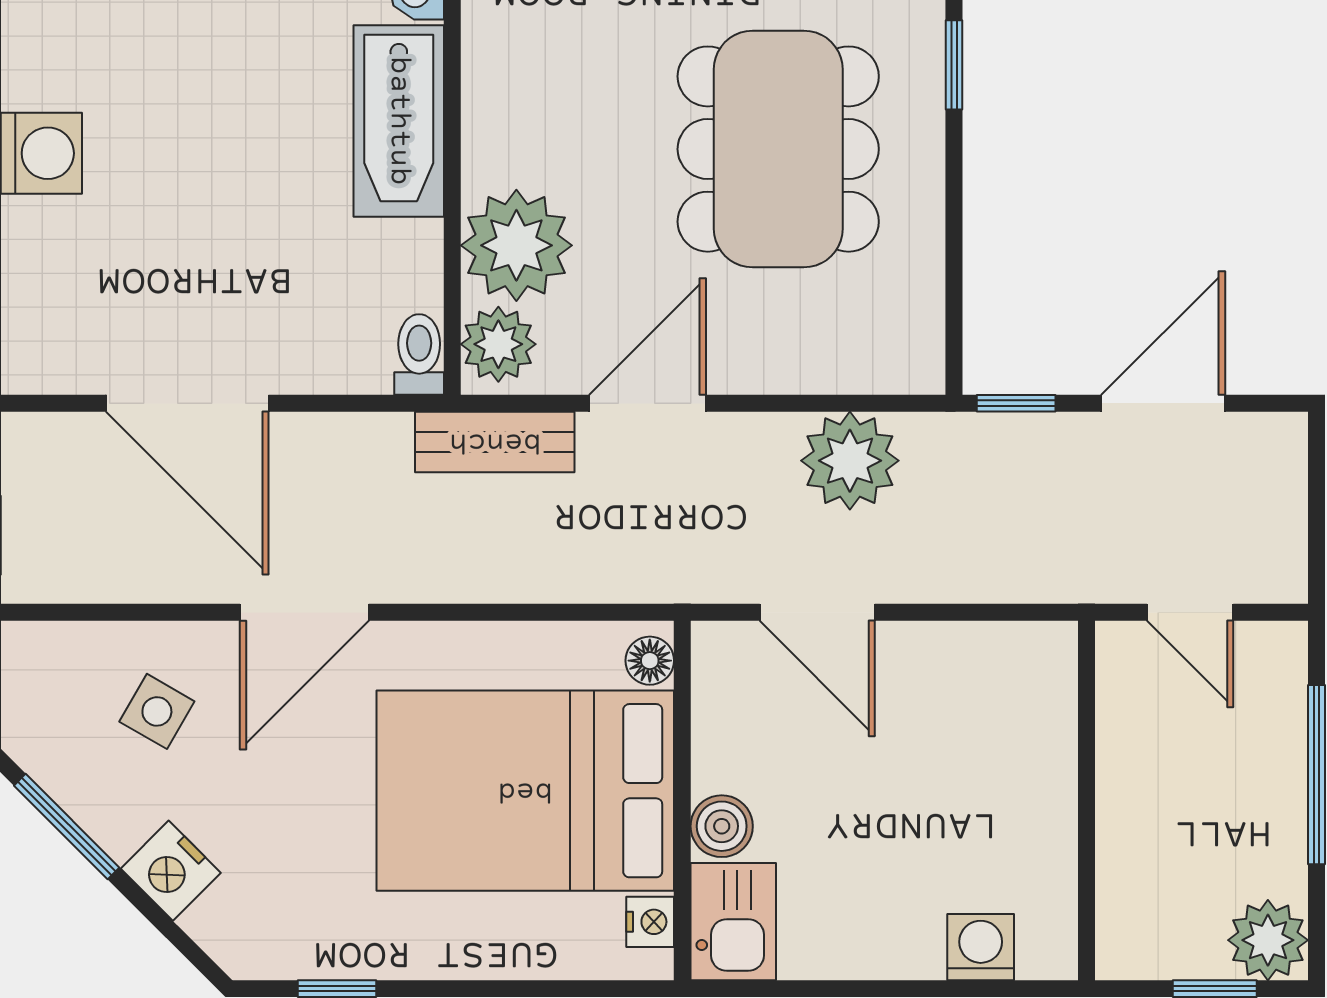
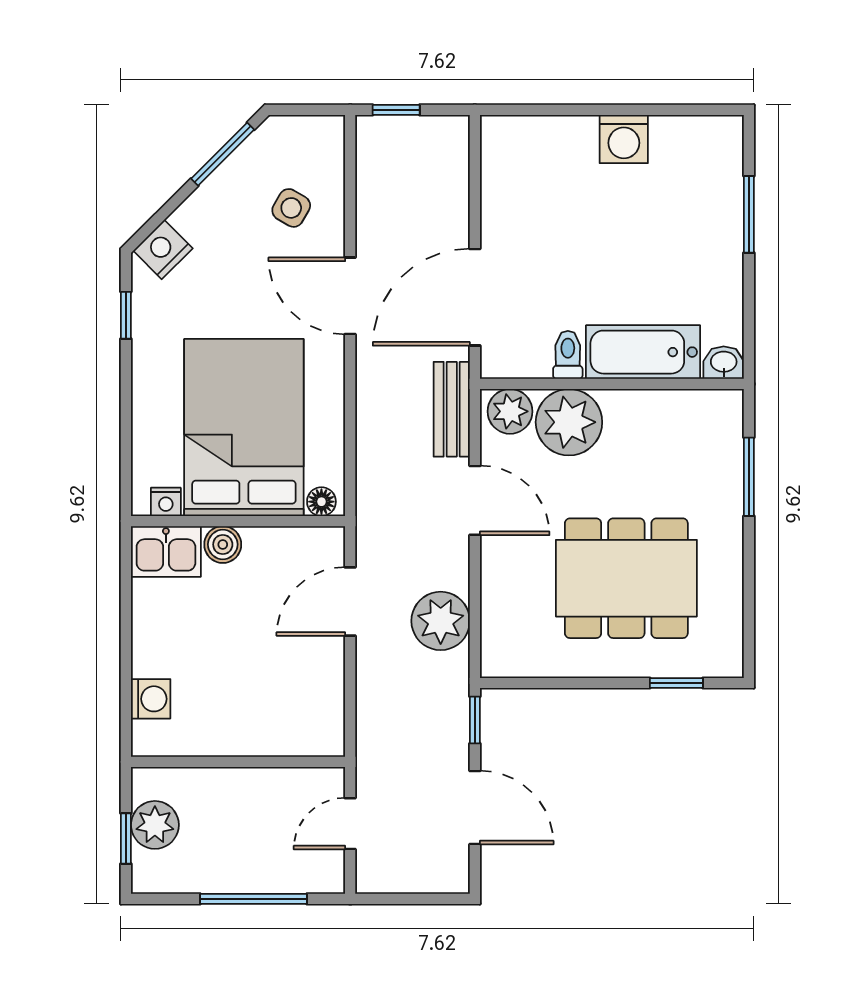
toilet: (419, 354) -> (568, 355), moved, turned -90
door: (187, 403) -> (475, 297), moved
nightstand: (171, 871) -> (163, 249), moved
plant: (1268, 940) -> (155, 825), moved

